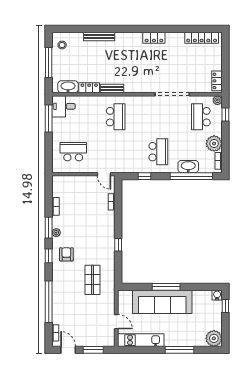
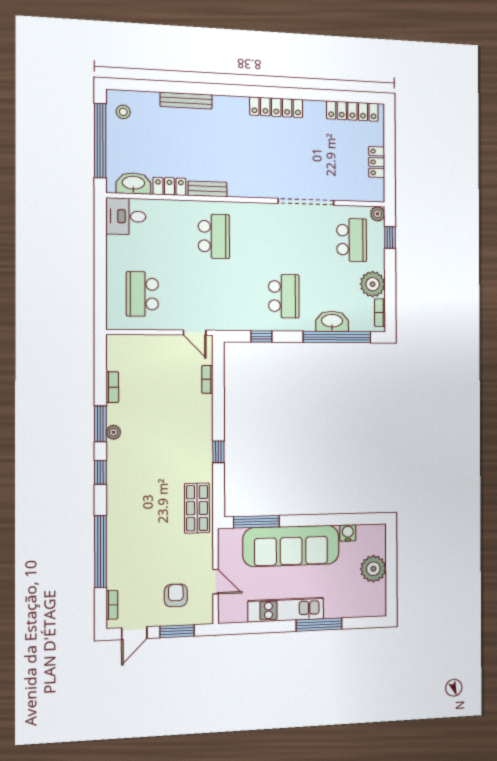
locker: (154, 38) -> (276, 107), width x1.53
window: (49, 63) -> (100, 141), width x1.46
locker: (217, 81) -> (377, 162), moved
school desk: (201, 117) -> (352, 240), turned 180
window: (49, 118) -> (100, 236), removed
school desk: (73, 152) -> (142, 294), turned -90
armchair: (66, 254) -> (176, 595), moved
shop shelf: (93, 280) -> (197, 508), moved
window: (166, 287) -> (256, 522), moved
water cooler: (217, 295) -> (348, 533), moved
window: (225, 306) -> (391, 549), removed
plant: (214, 338) -> (373, 569), moved
kitchen unit: (141, 340) -> (286, 610), moved
door: (68, 350) -> (134, 633), swing flipped

